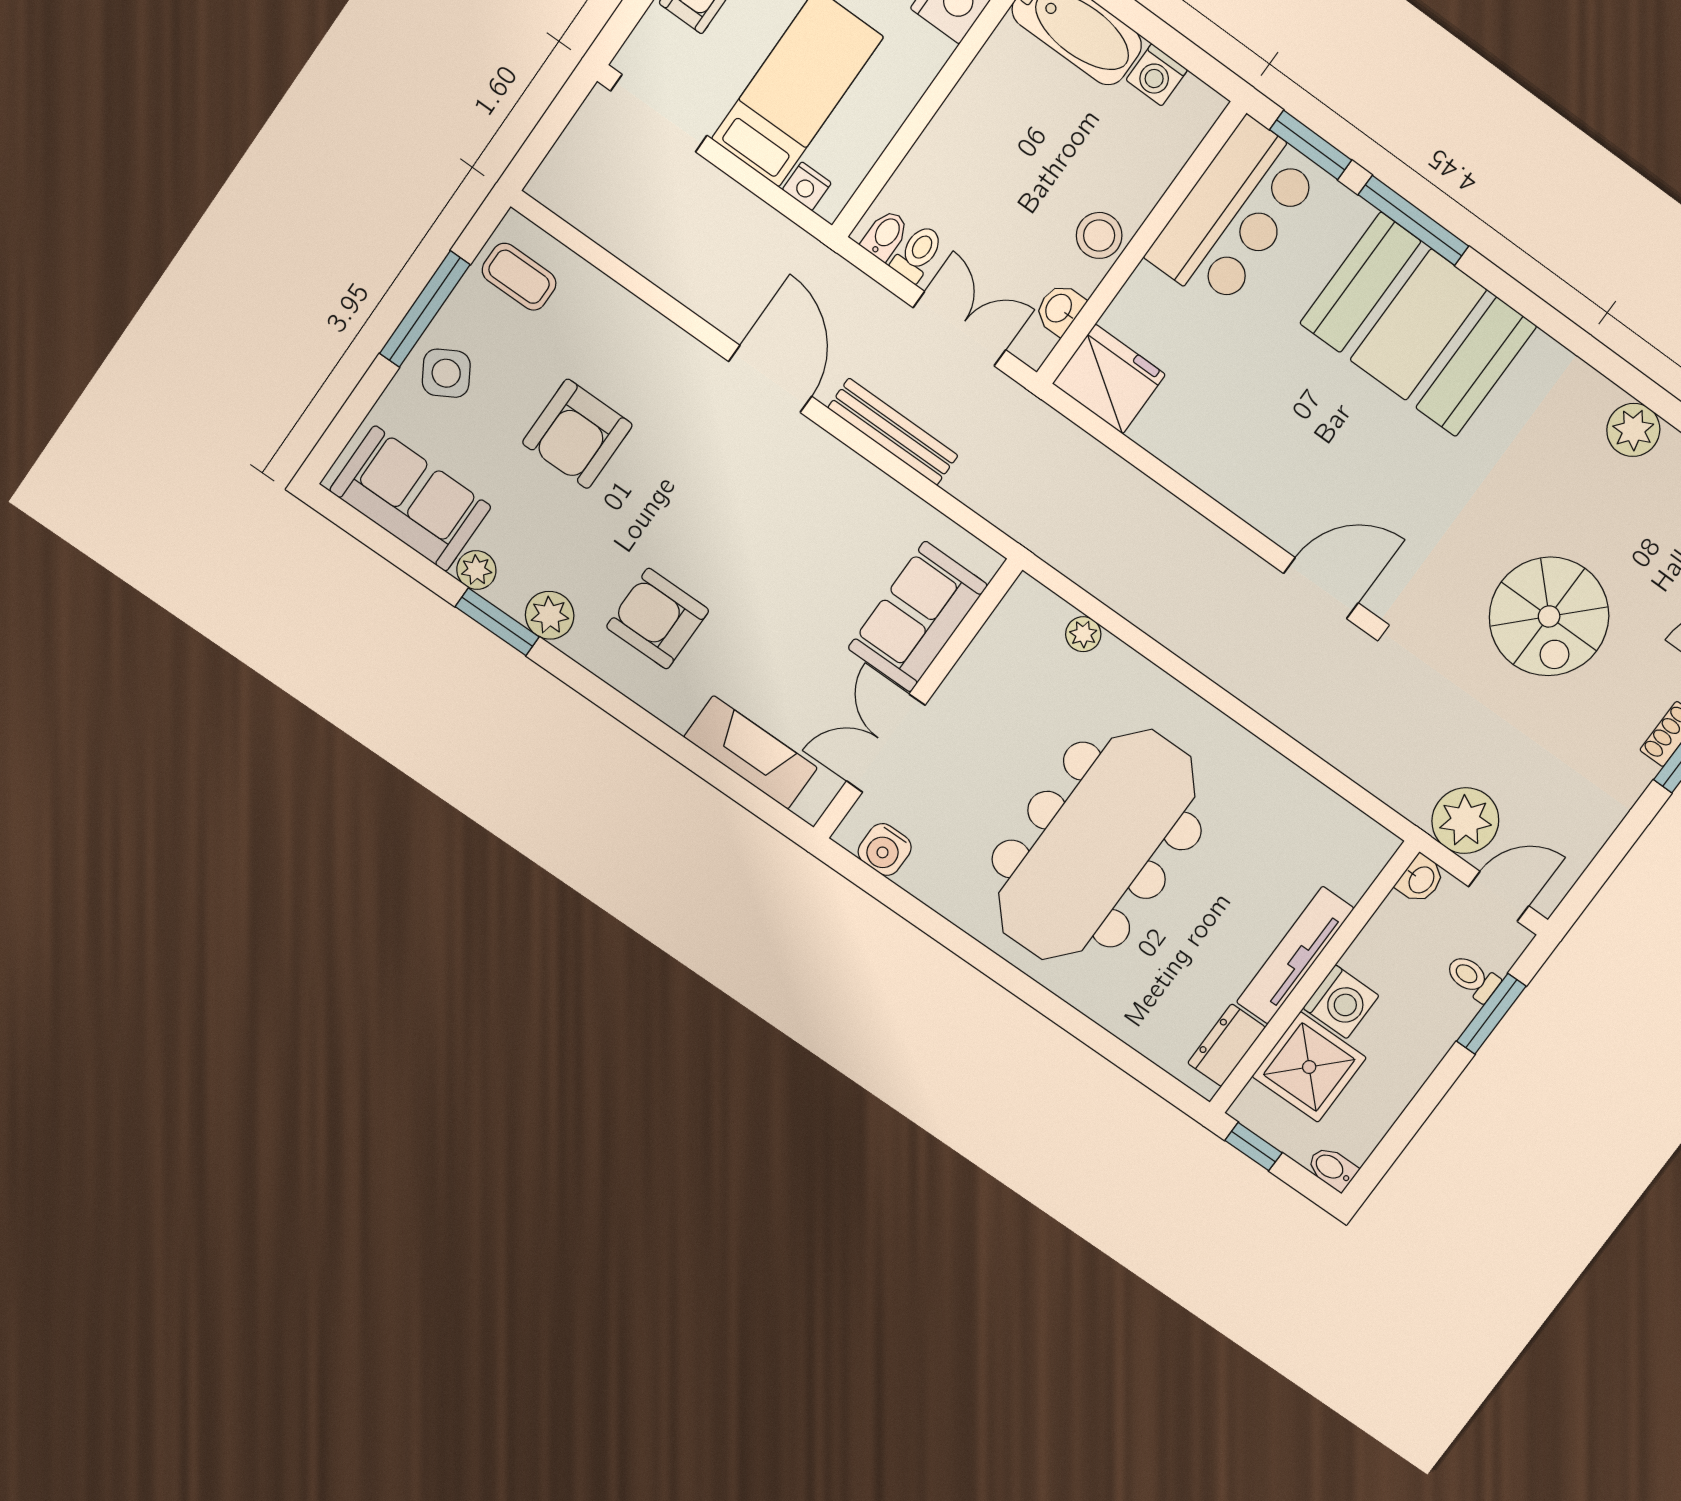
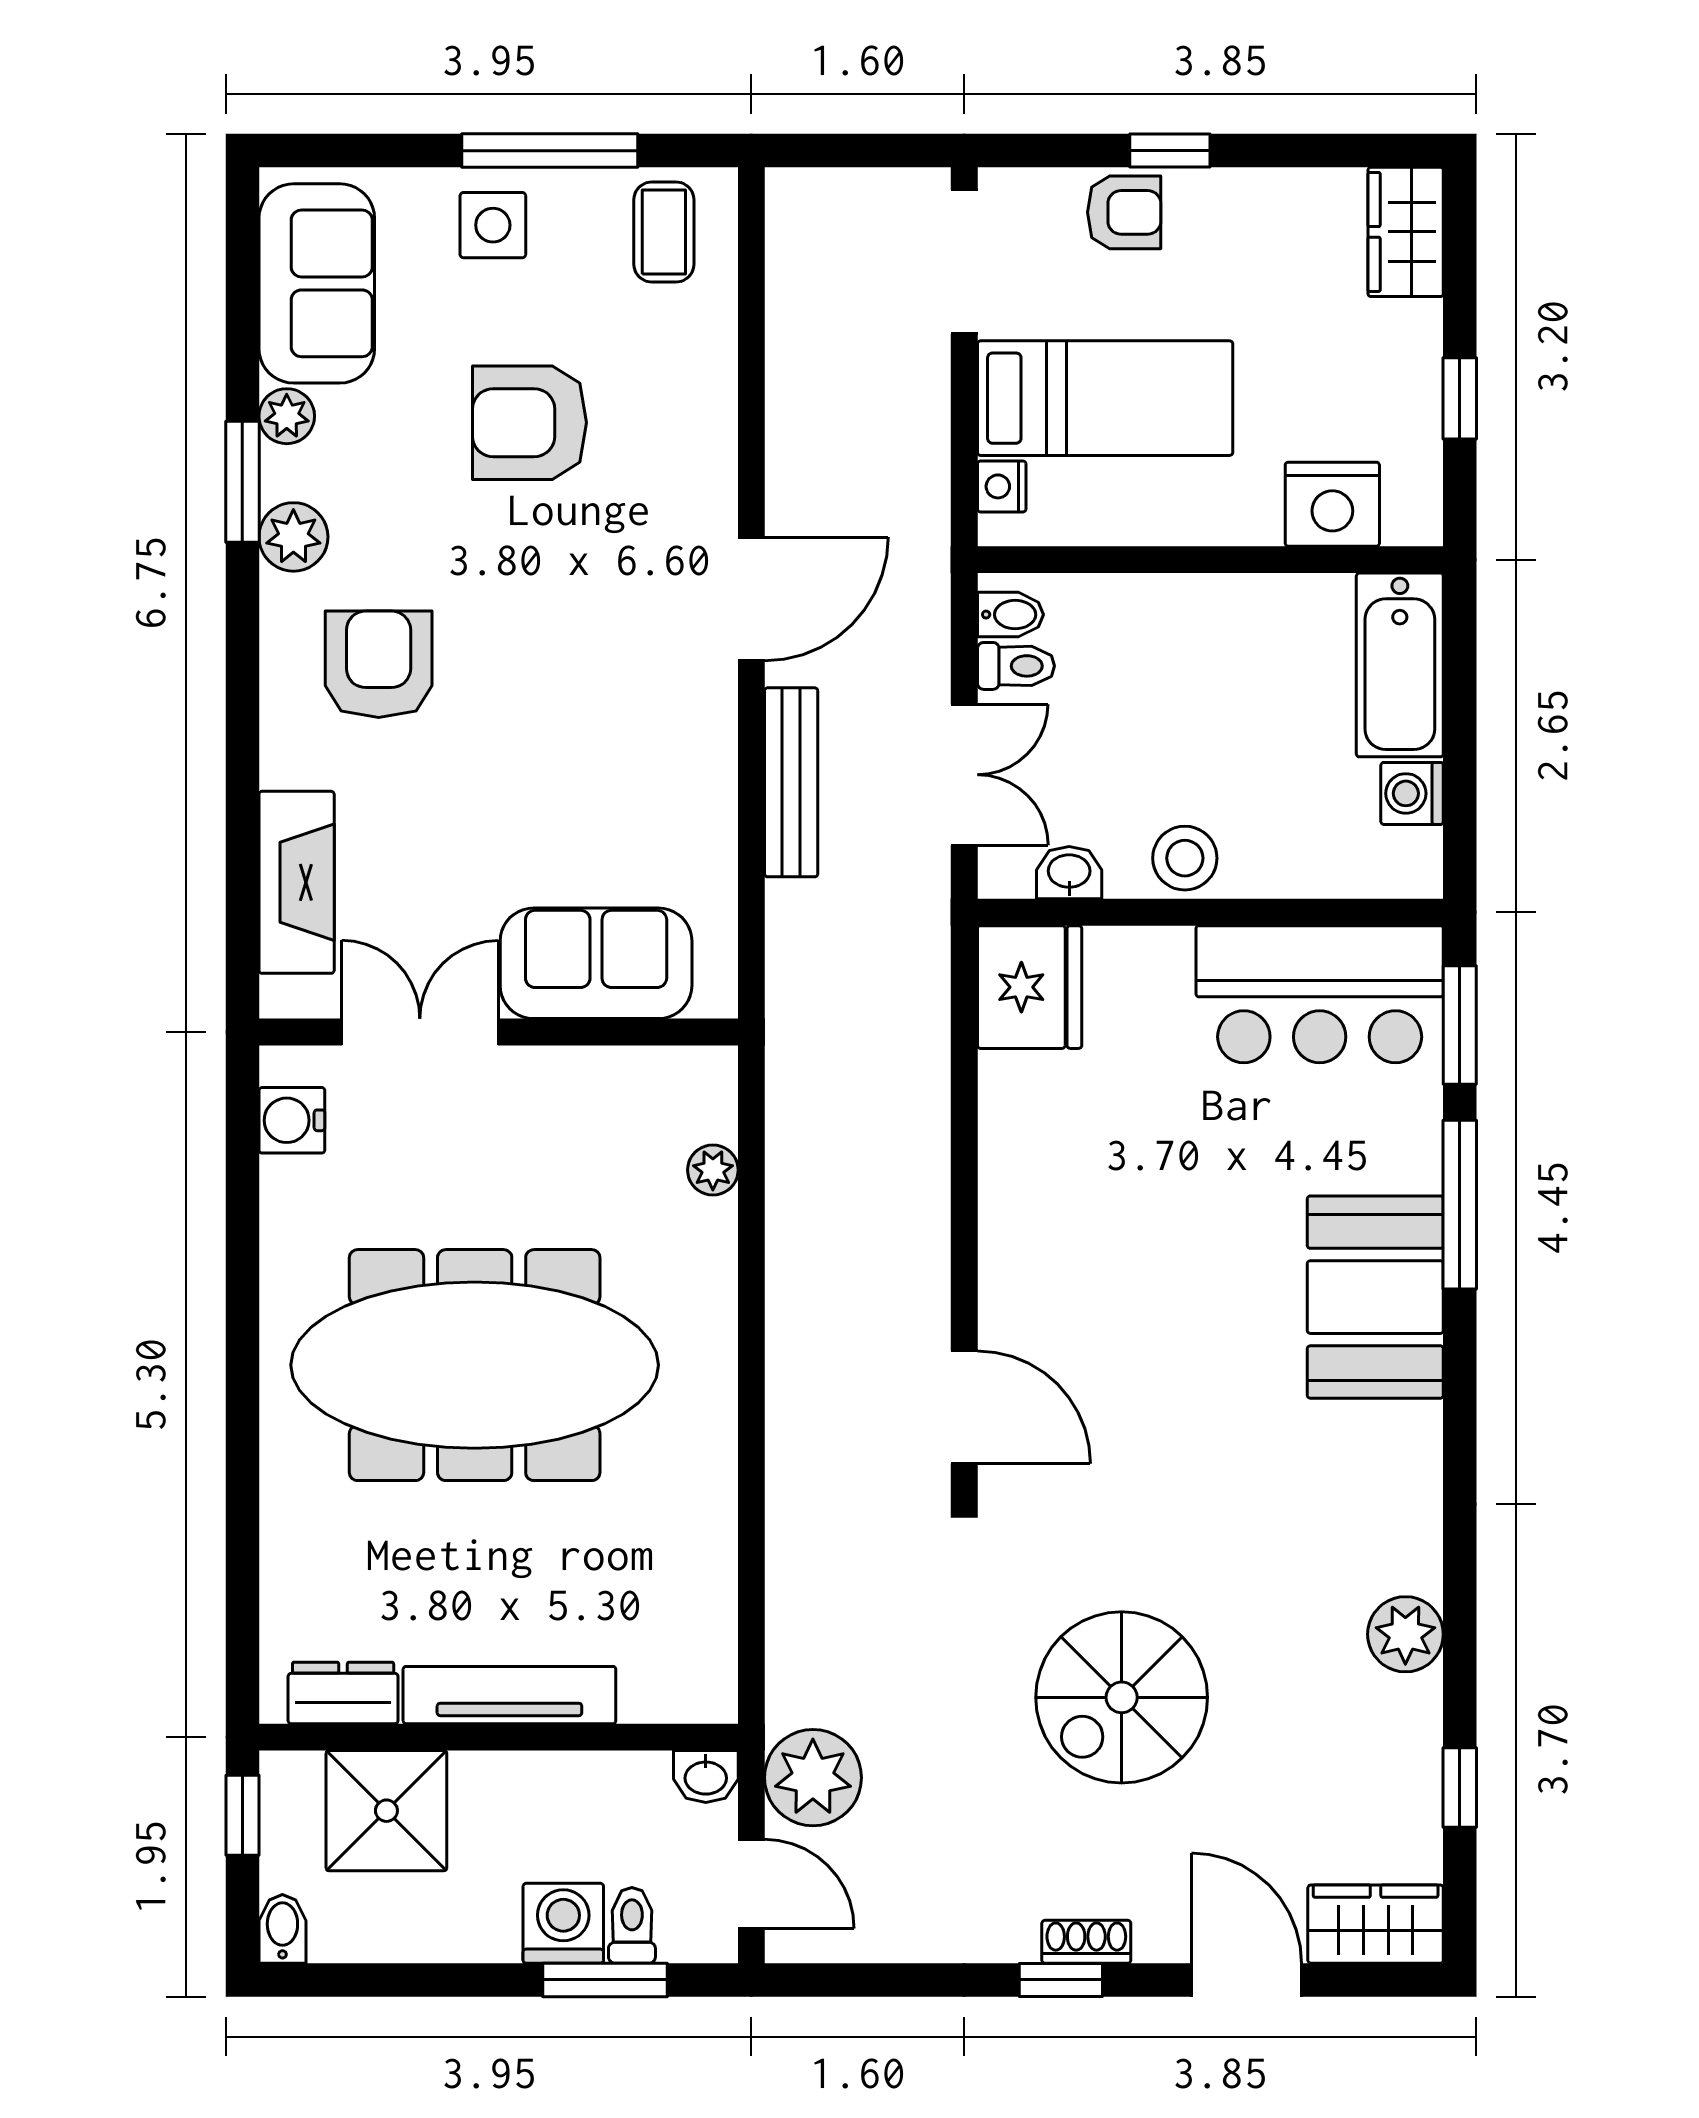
booth: (1418, 325) -> (1375, 1297), width x0.73, depth x0.70
side table: (446, 373) -> (493, 225), turned 30
washing machine: (1341, 1002) -> (563, 1923), moved, turned 180

